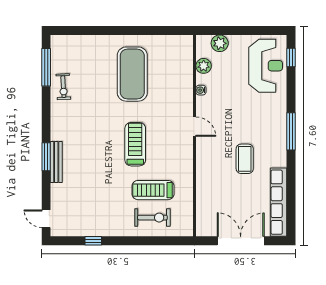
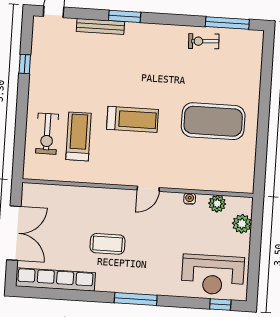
bench: (56, 162) -> (100, 26), moved

